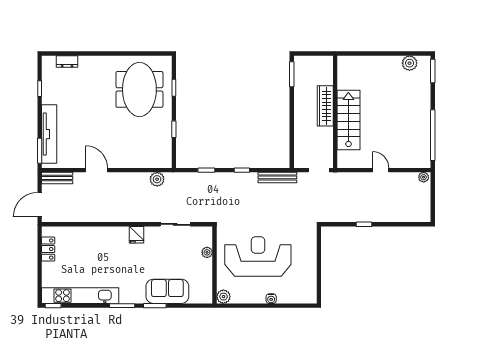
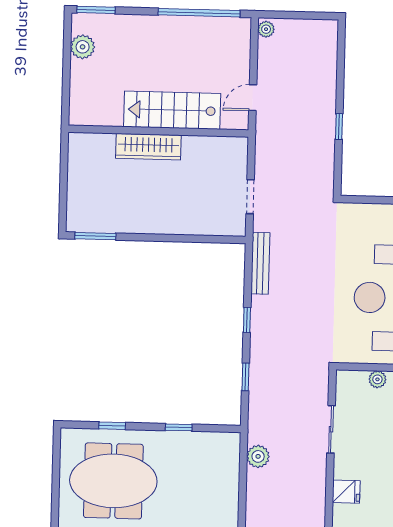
wardrobe: (325, 106) -> (148, 147), moved
wall: (335, 112) -> (158, 131), moved
stairs: (348, 120) -> (172, 110), moved

